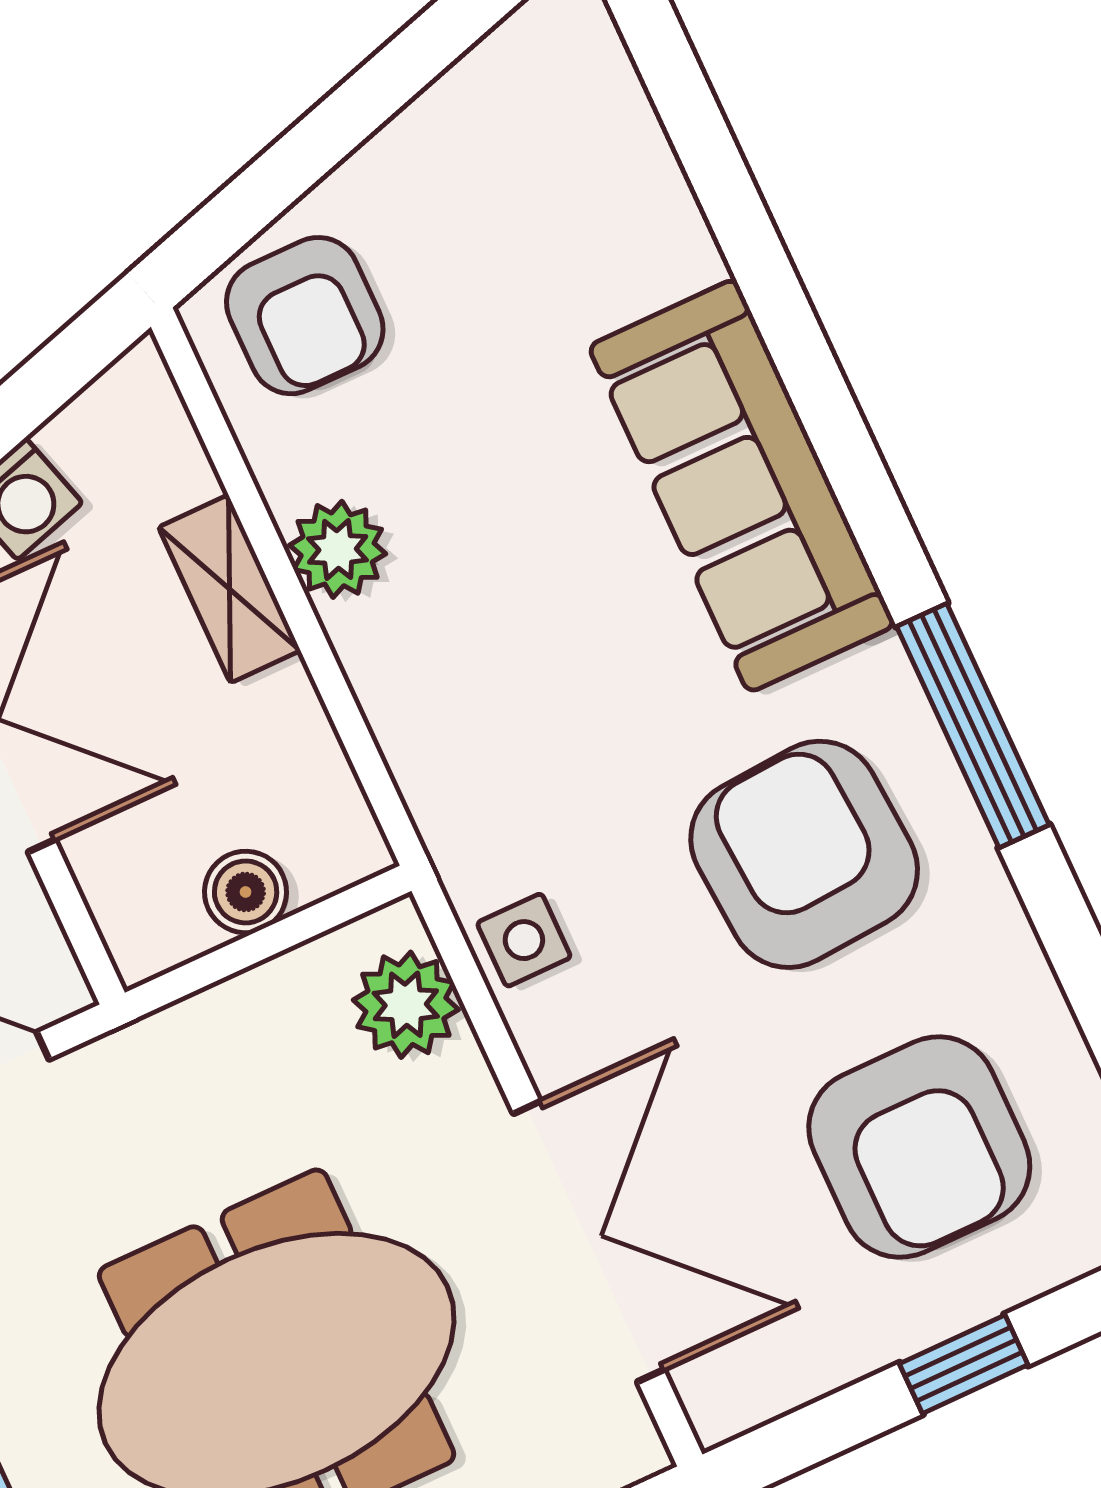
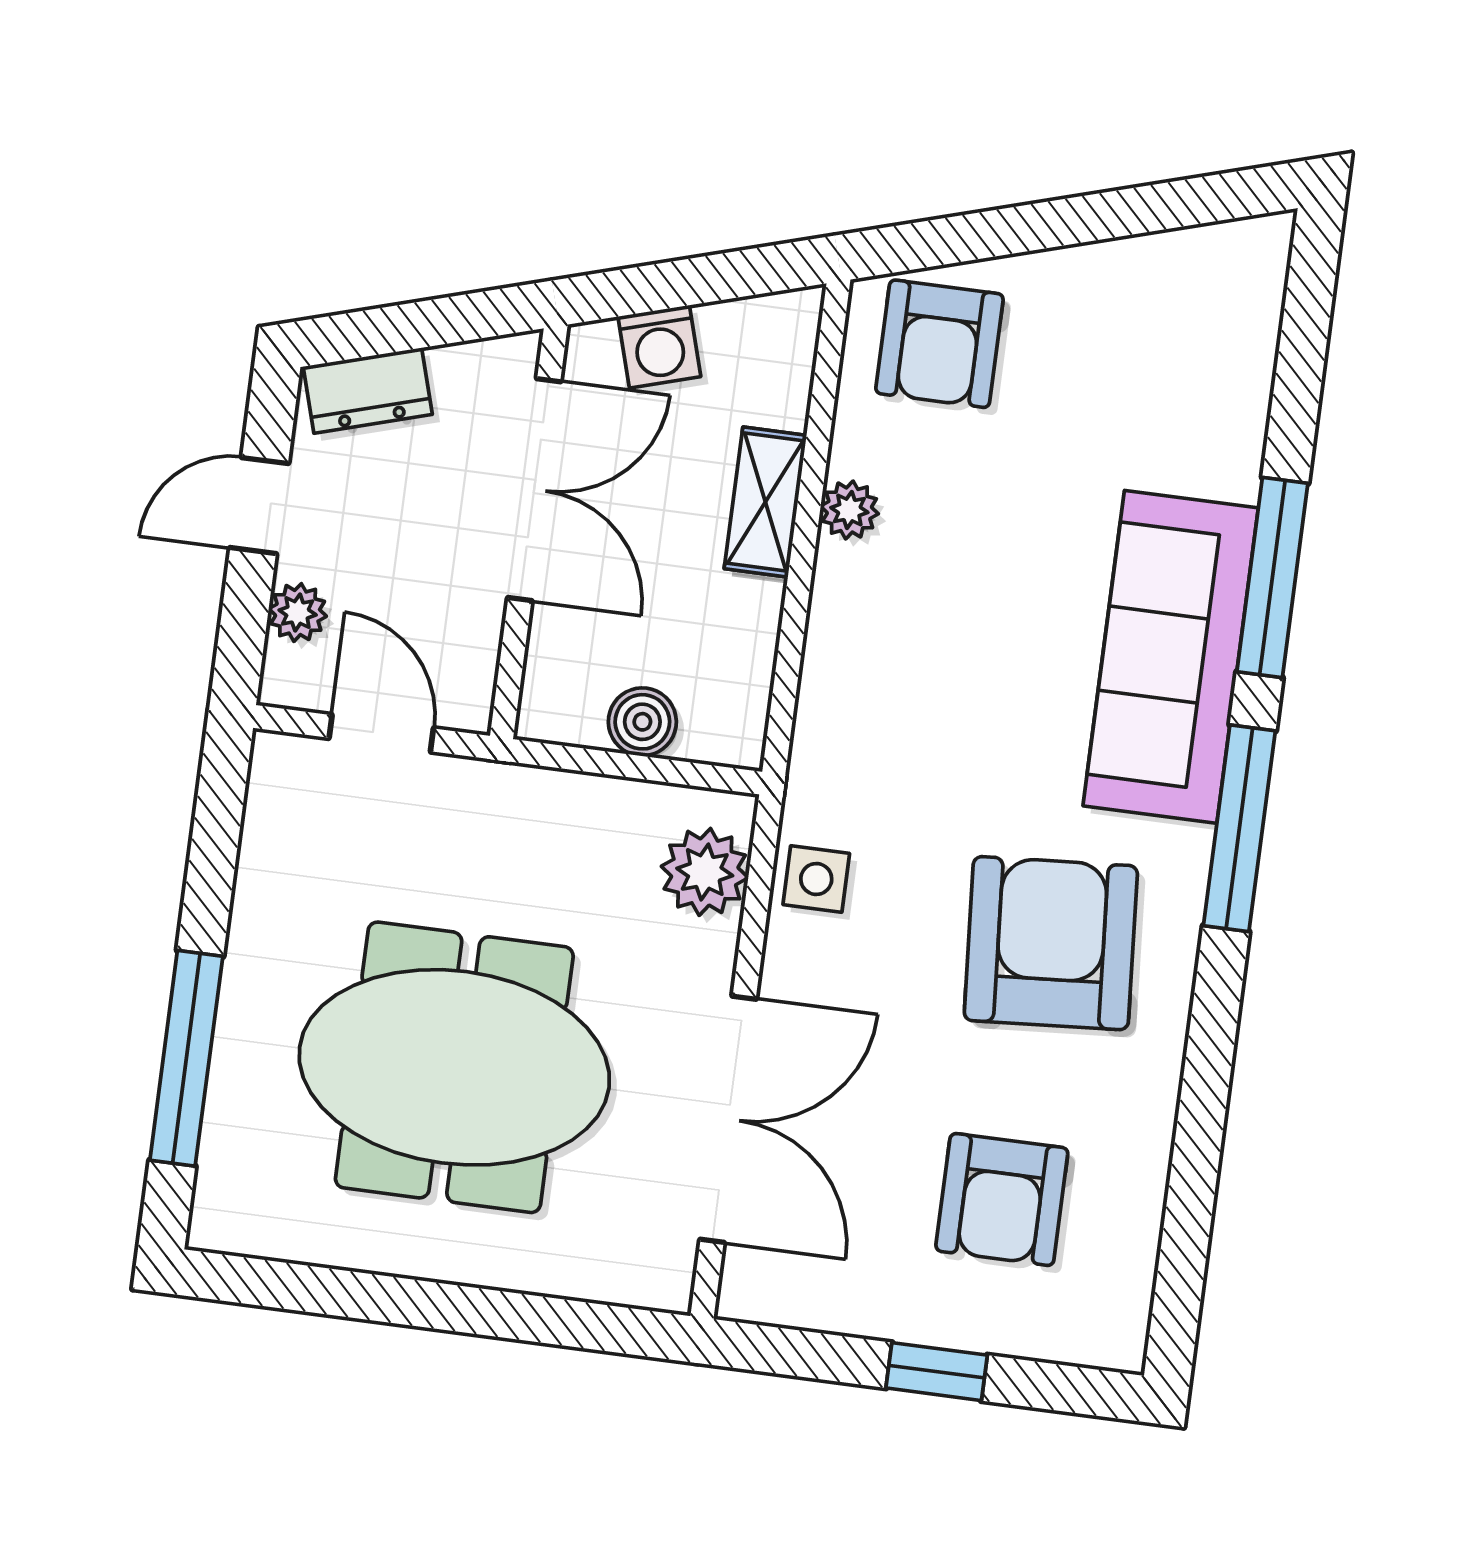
window: (794, 339) -> (1272, 578), added
plant: (338, 549) -> (849, 510), width x0.73, depth x0.73
window: (973, 726) -> (1239, 828), moved
armchair: (919, 1147) -> (1002, 1199), width x0.73, depth x0.73

